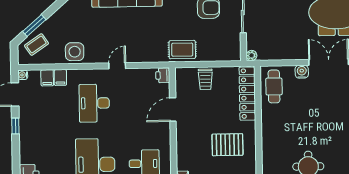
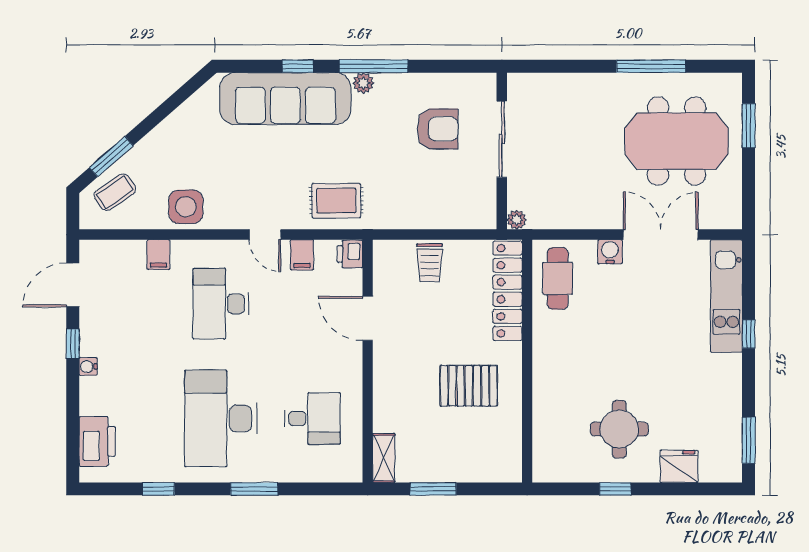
rug: (182, 50) -> (336, 201), moved
door: (117, 66) -> (265, 235), swing flipped
water cooler: (23, 75) -> (88, 366), moved
filing cabinet: (47, 78) -> (302, 255), moved
door: (173, 110) -> (368, 318), hinge flipped

